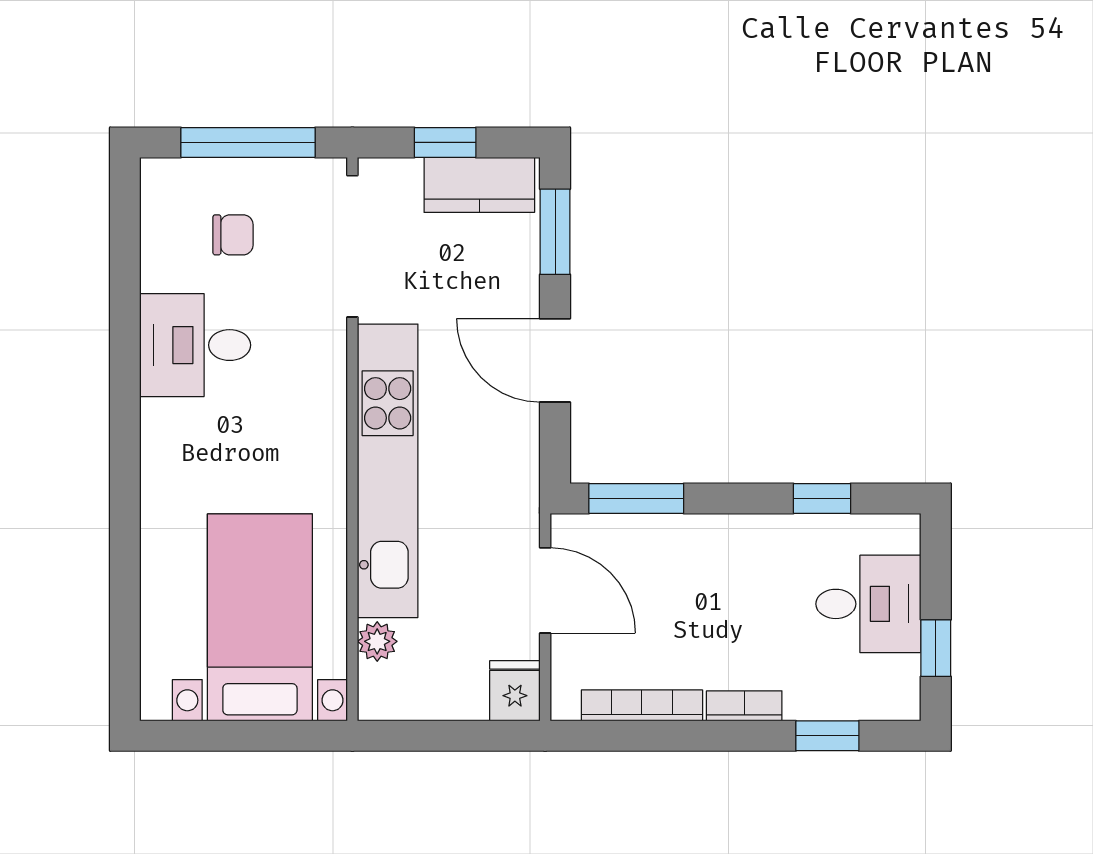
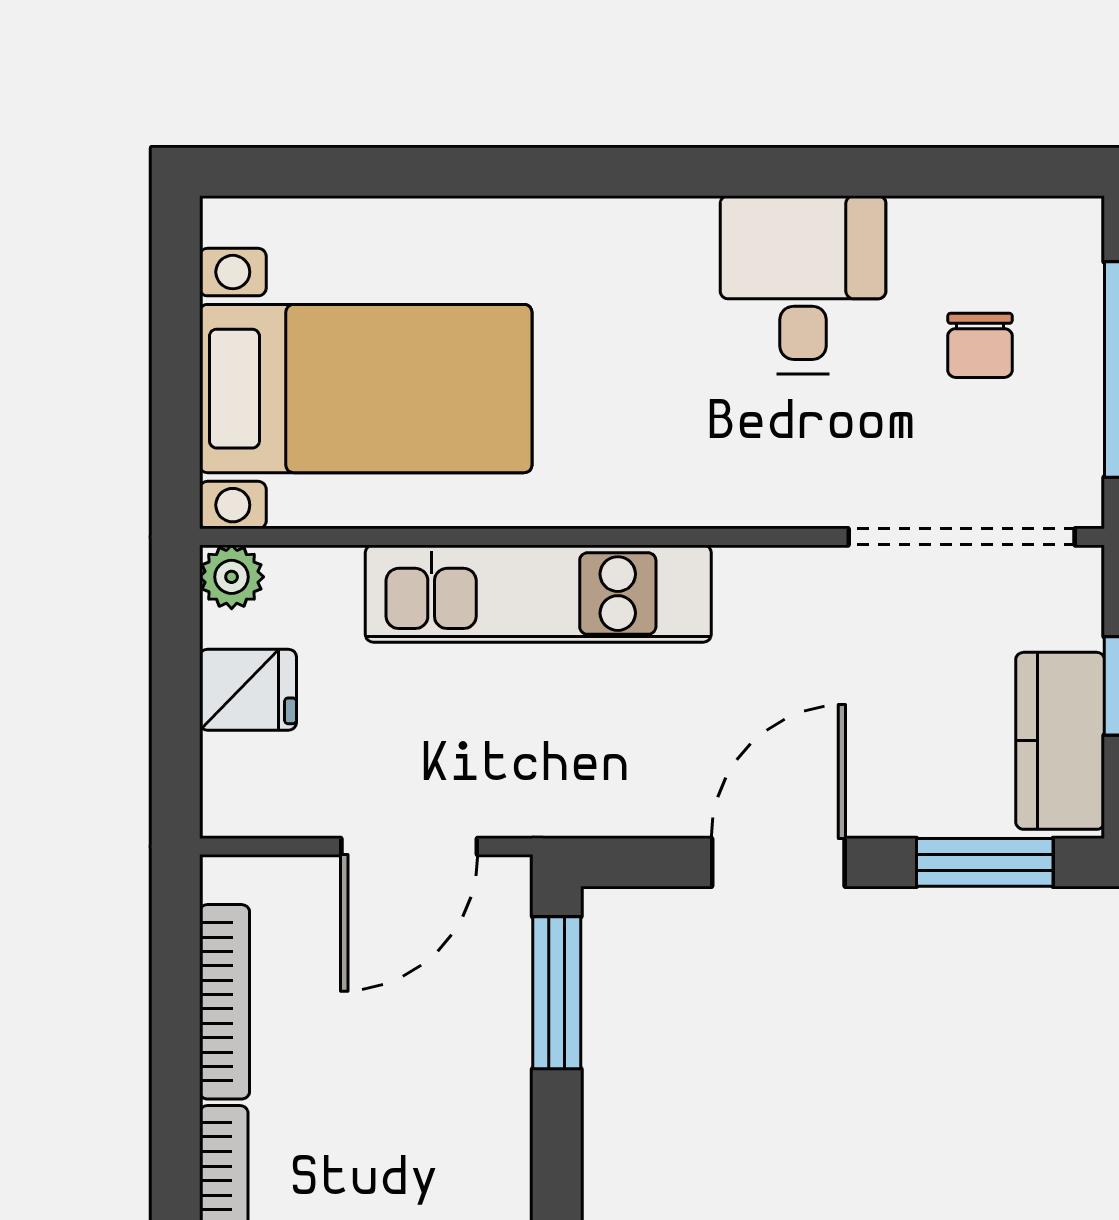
kitchen unit: (388, 471) -> (538, 594), width x0.73
plant: (377, 641) -> (232, 577), moved
fridge: (515, 691) -> (248, 690), moved

